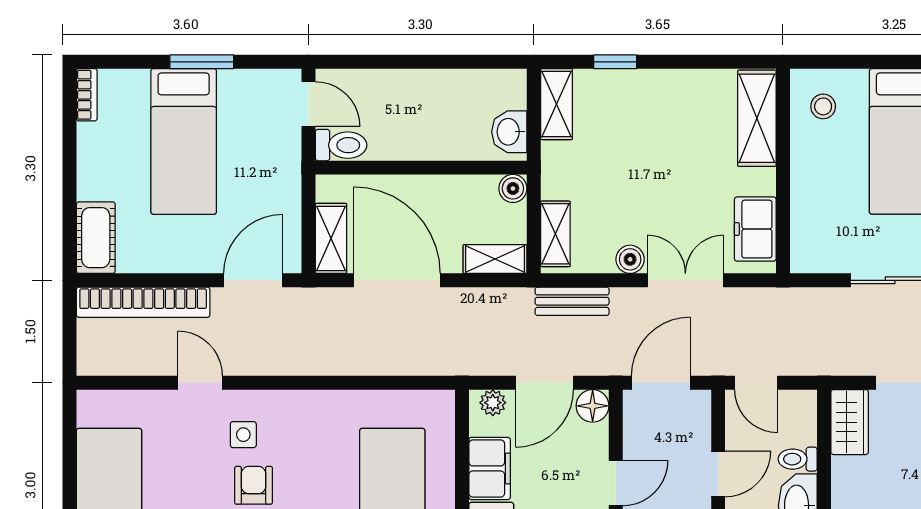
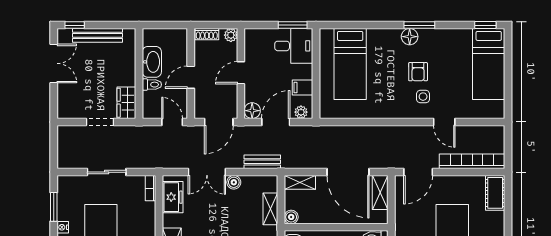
shelving: (555, 234) -> (270, 209), moved
bookcase: (800, 247) -> (151, 188), added
filing cabinet: (490, 468) -> (303, 88), width x0.50

